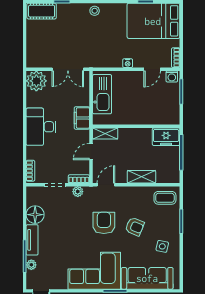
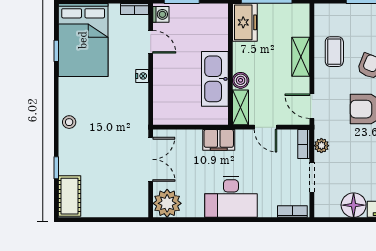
kitchen sink: (102, 94) -> (215, 79), moved, turned -90
boiler: (125, 134) -> (241, 80), added
coffee table: (165, 198) -> (334, 52), moved

